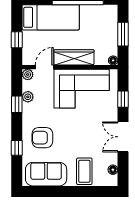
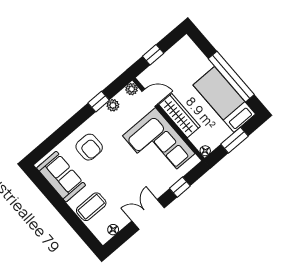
bed: (51, 17) -> (224, 99), moved, turned 180
armchair: (42, 138) -> (89, 147), turned 180
window: (17, 148) -> (62, 133), removed

